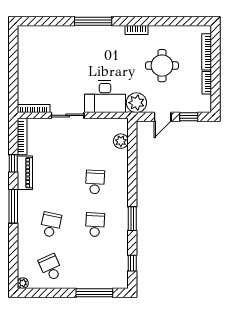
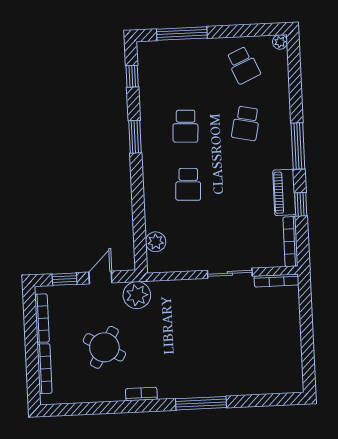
round table: (162, 66) -> (104, 347), turned 30
bookcase: (207, 83) -> (42, 318), width x1.56
desk: (105, 97) -> (180, 301), removed

